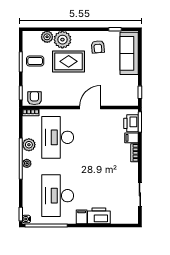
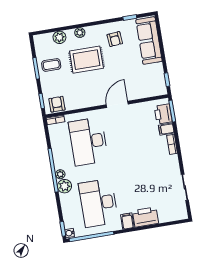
plant: (62, 40) -> (80, 33), width x0.53, depth x0.53
plant: (29, 145) -> (65, 186), moved

